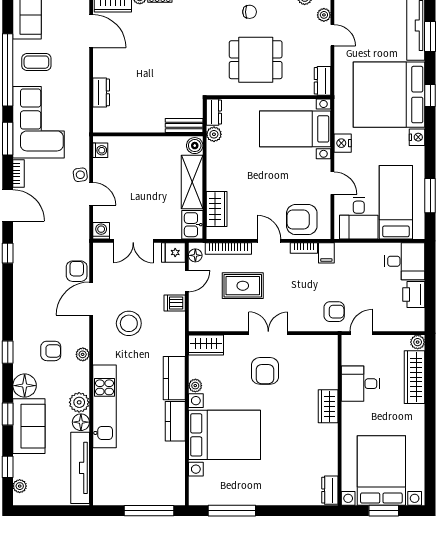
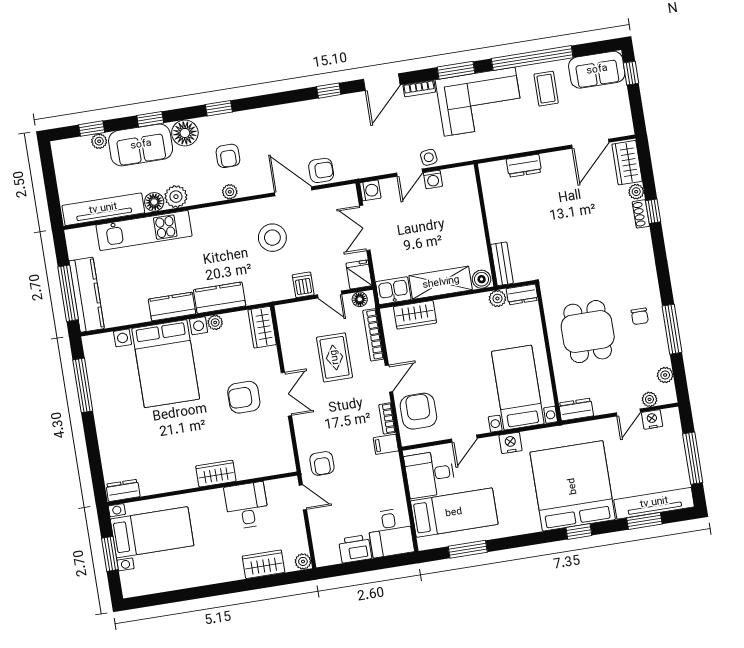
nightstand: (417, 137) -> (652, 419), moved, turned 180
washing machine: (100, 150) -> (433, 179), moved
wardrobe: (415, 377) -> (264, 564), width x0.67
kitchen unit: (104, 406) -> (144, 230), moved
bed with nightstands: (381, 471) -> (152, 532), width x0.73
plant: (20, 486) -> (99, 141), moved
kitchen counter: (153, 495) -> (87, 295), added

